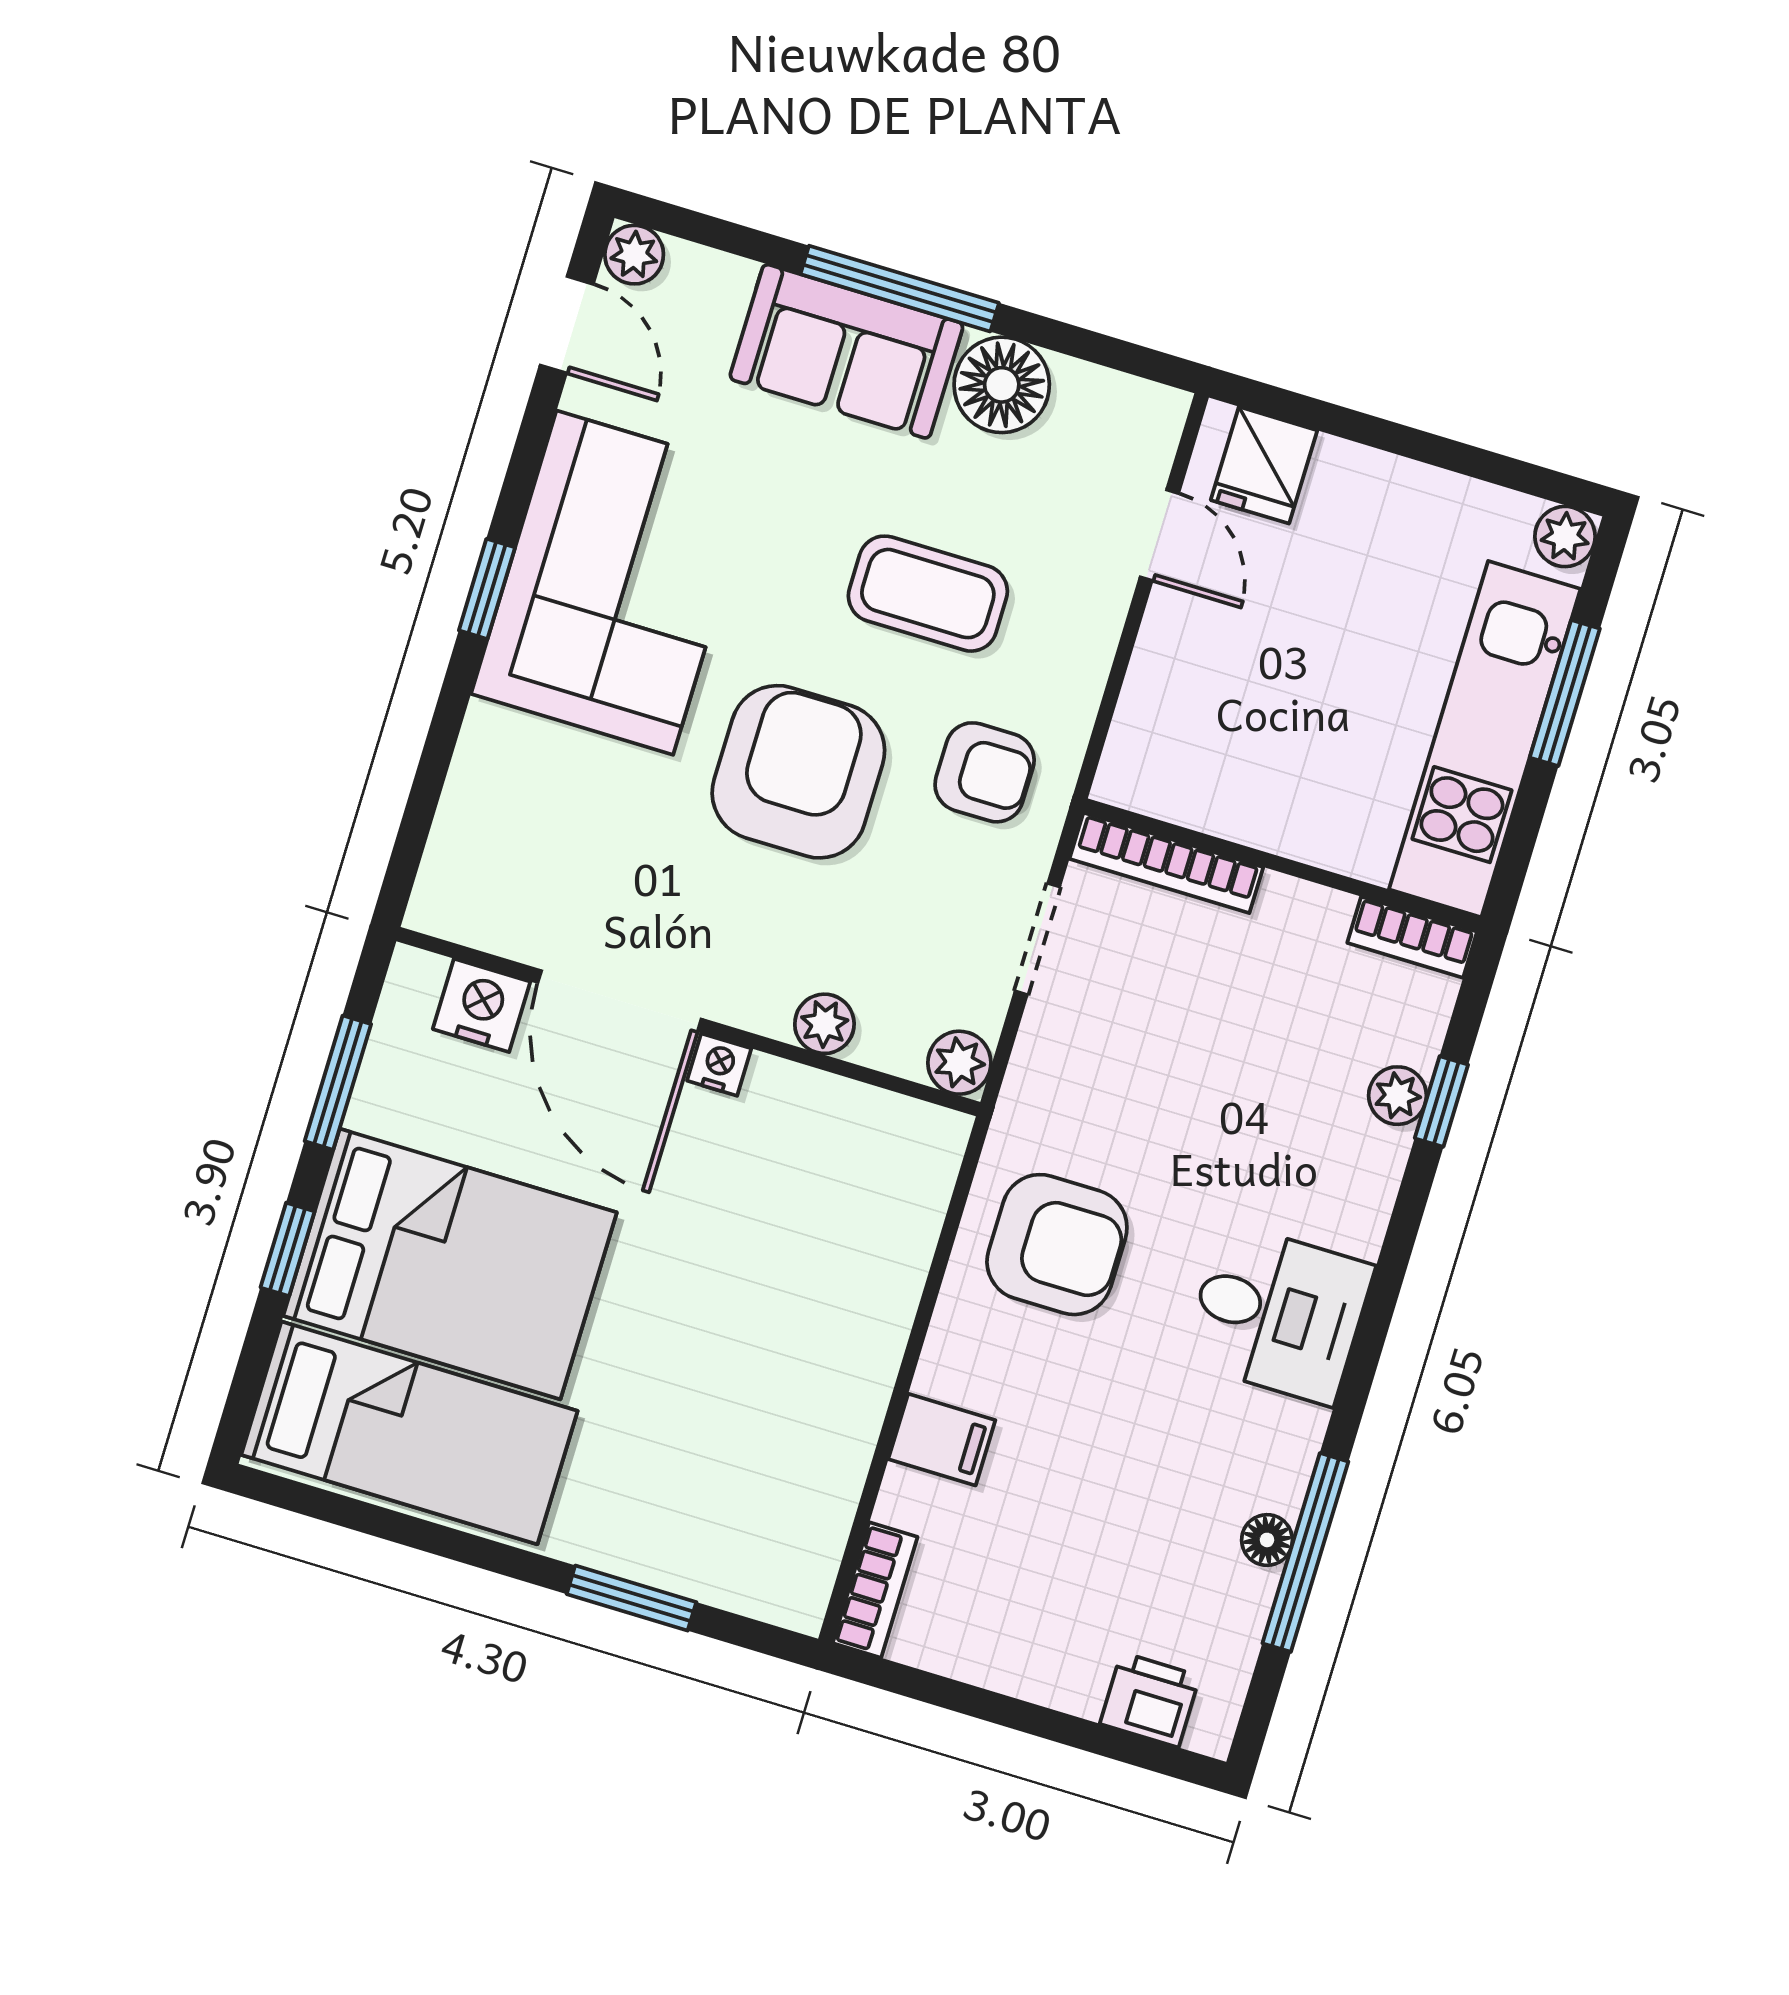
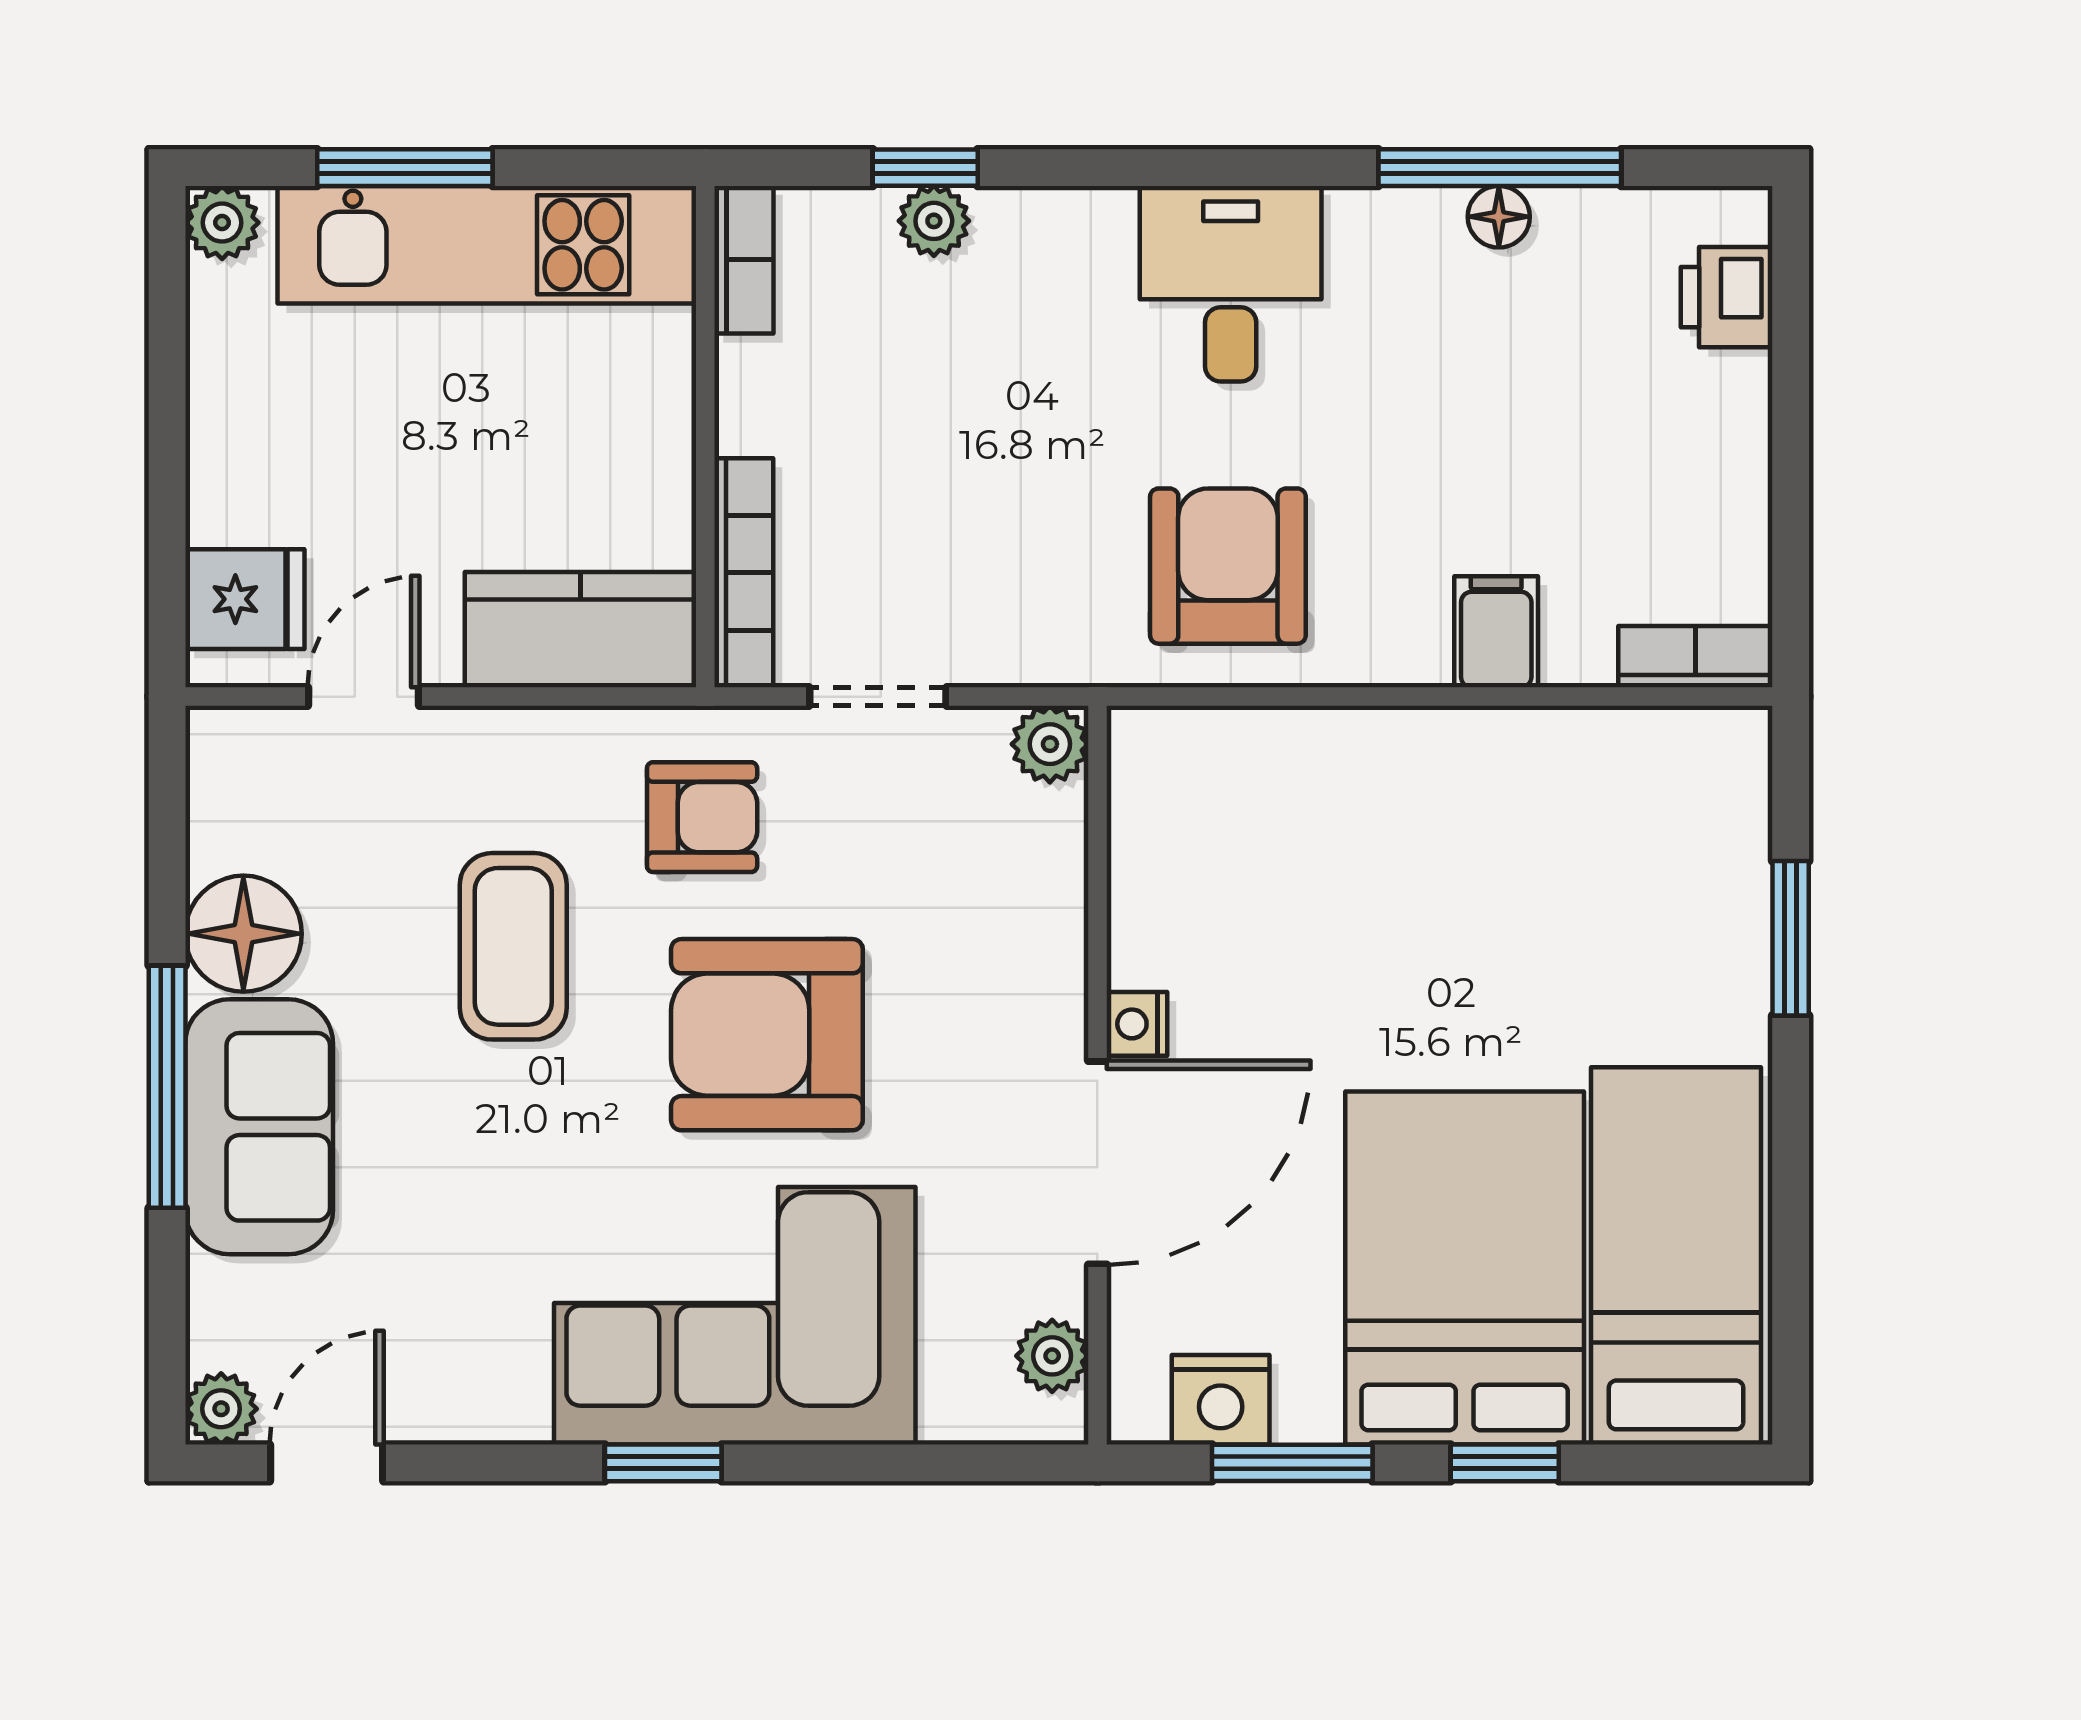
corner sofa: (615, 583) -> (735, 1316), moved
kitchen counter: (1160, 721) -> (580, 630), added
armchair: (985, 772) -> (702, 817), turned 90
nightstand: (482, 1005) -> (1221, 1400), moved, turned -90
plant: (824, 1024) -> (1052, 1356), moved

